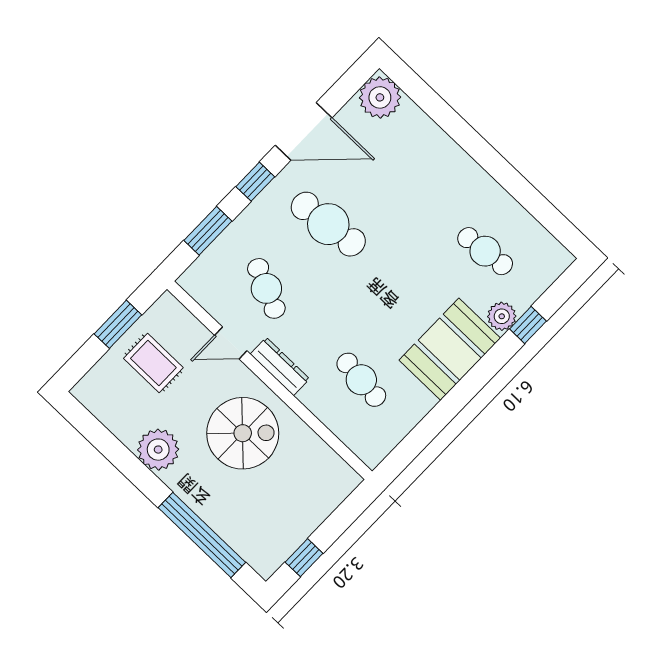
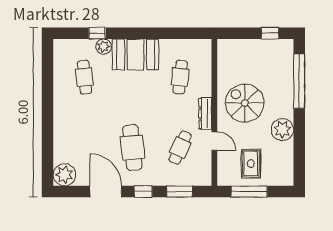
window: (118, 324) -> (249, 192), width x1.44

